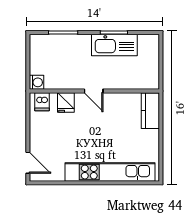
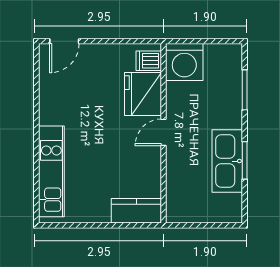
washing machine: (37, 82) -> (184, 62), width x1.89, depth x1.89
fridge: (66, 103) -> (143, 94), width x1.88, depth x1.34
kitchen unit: (110, 172) -> (51, 171), width x0.73

